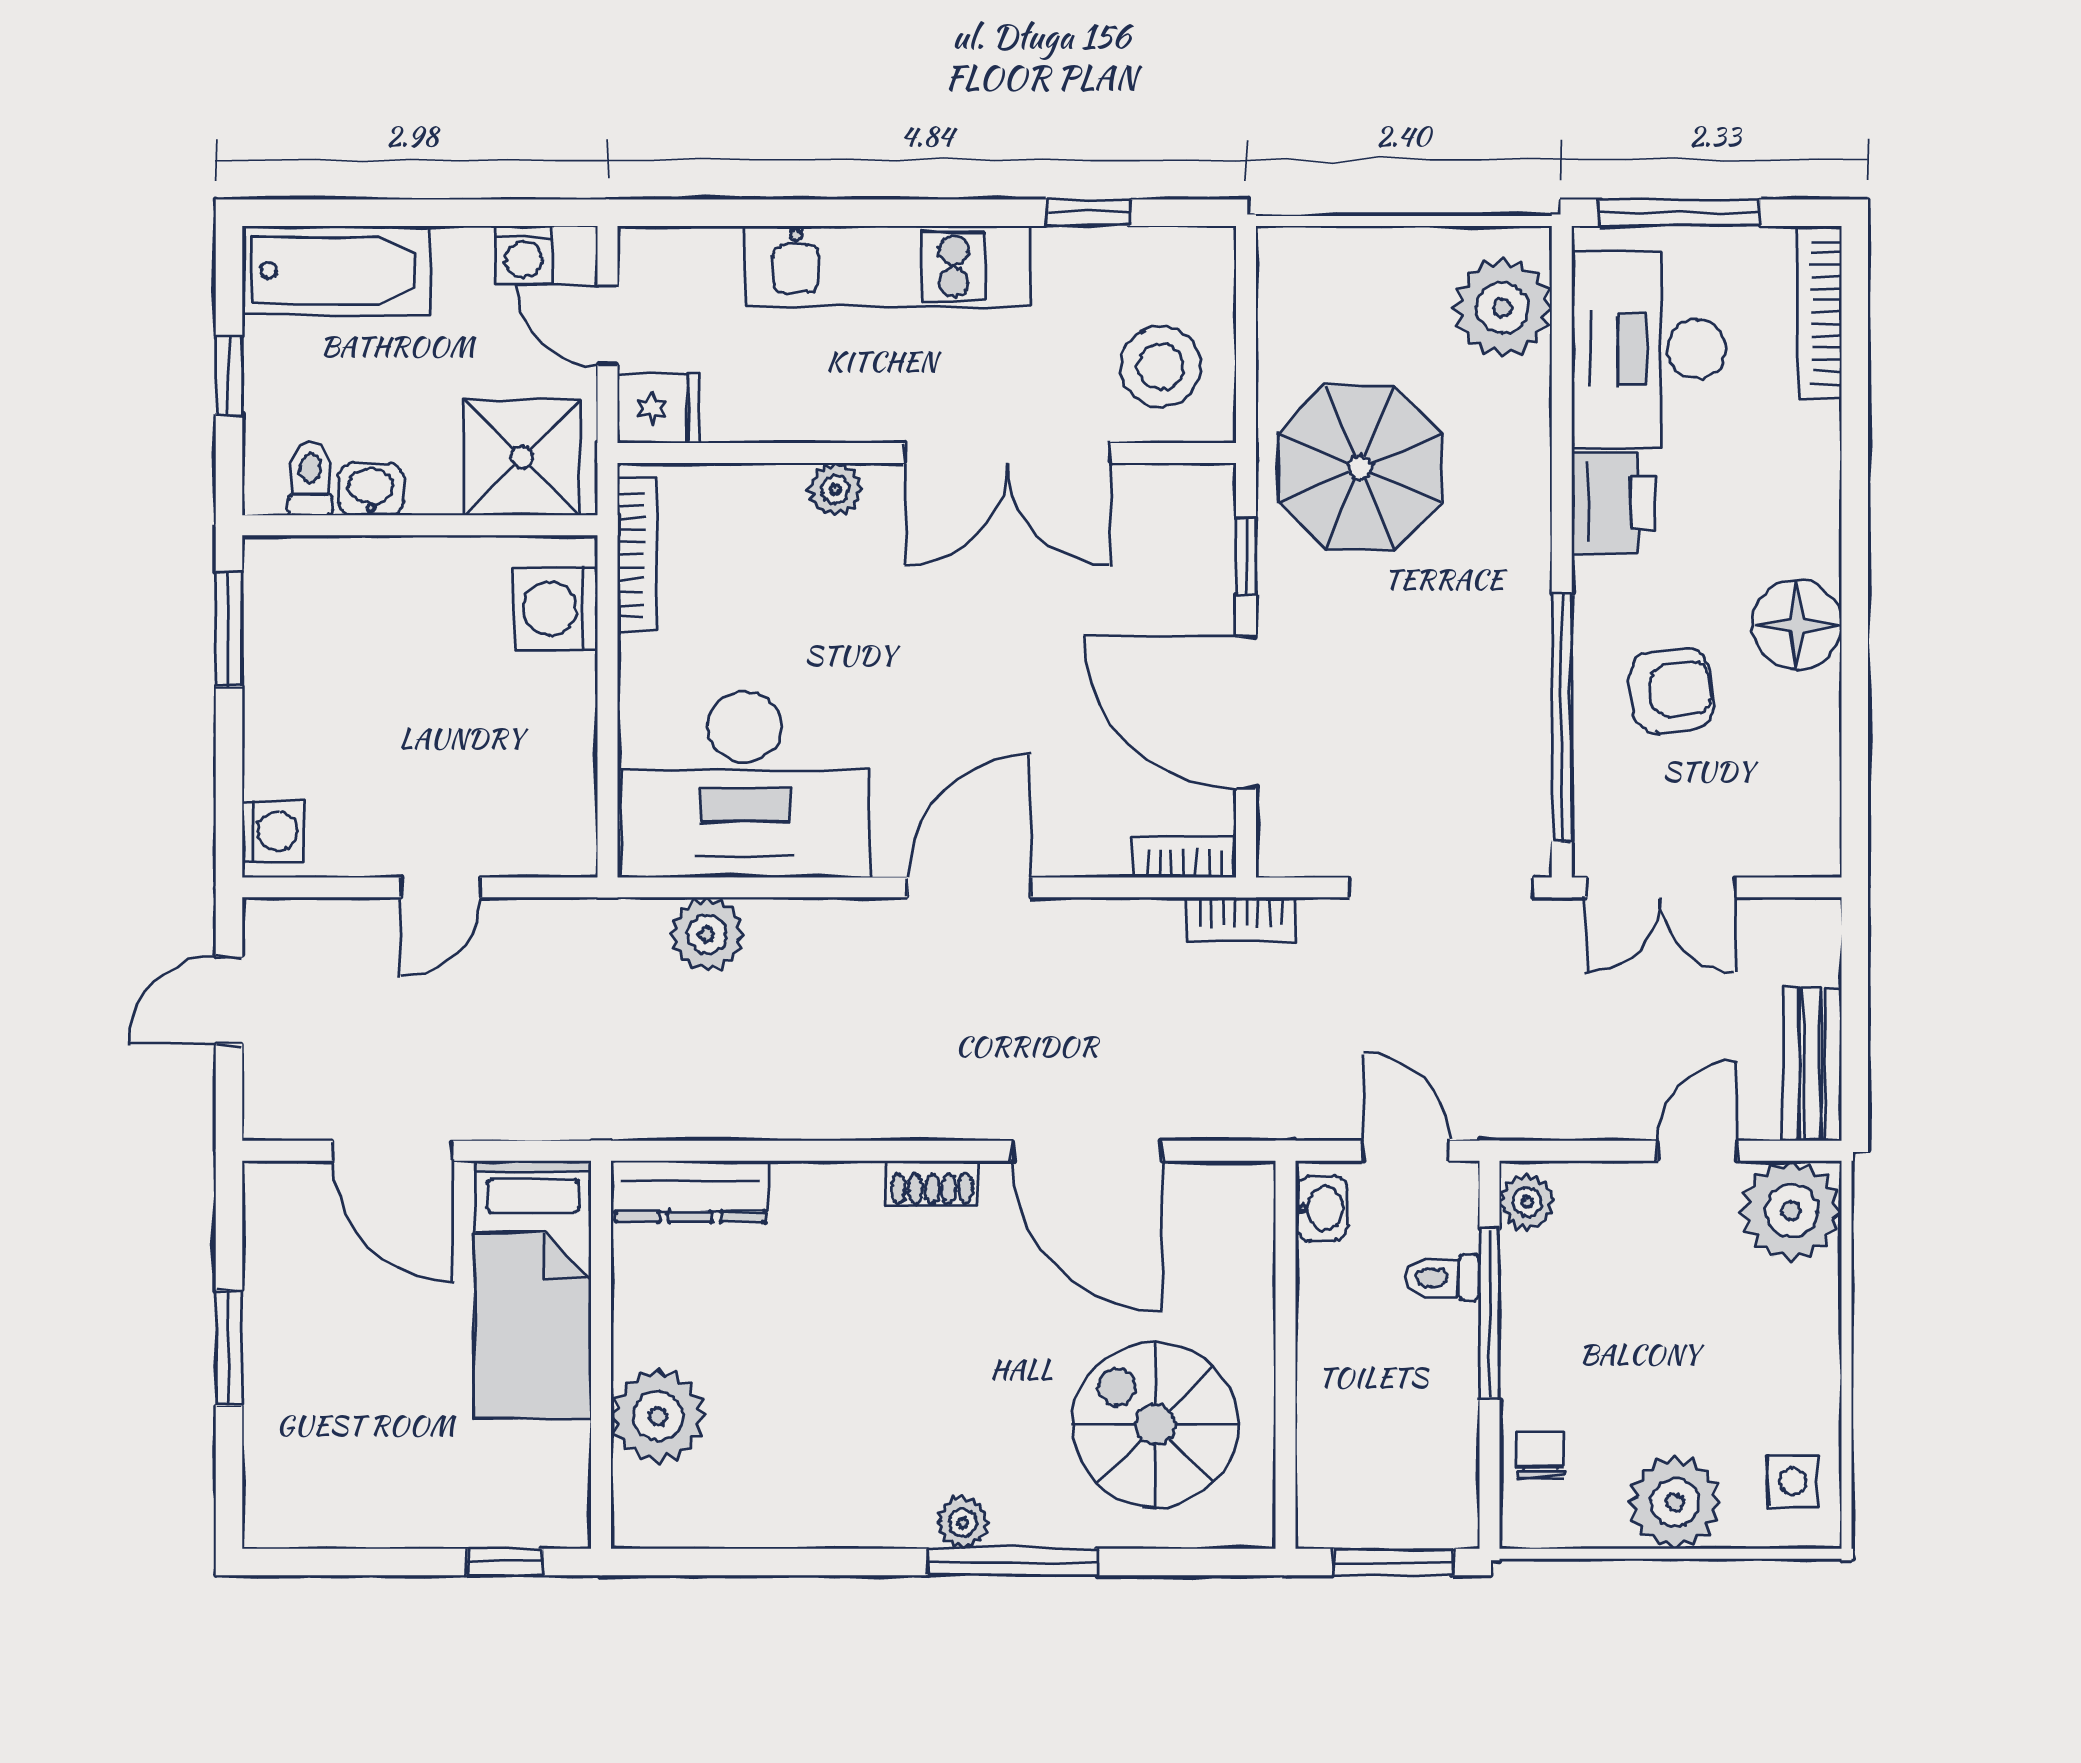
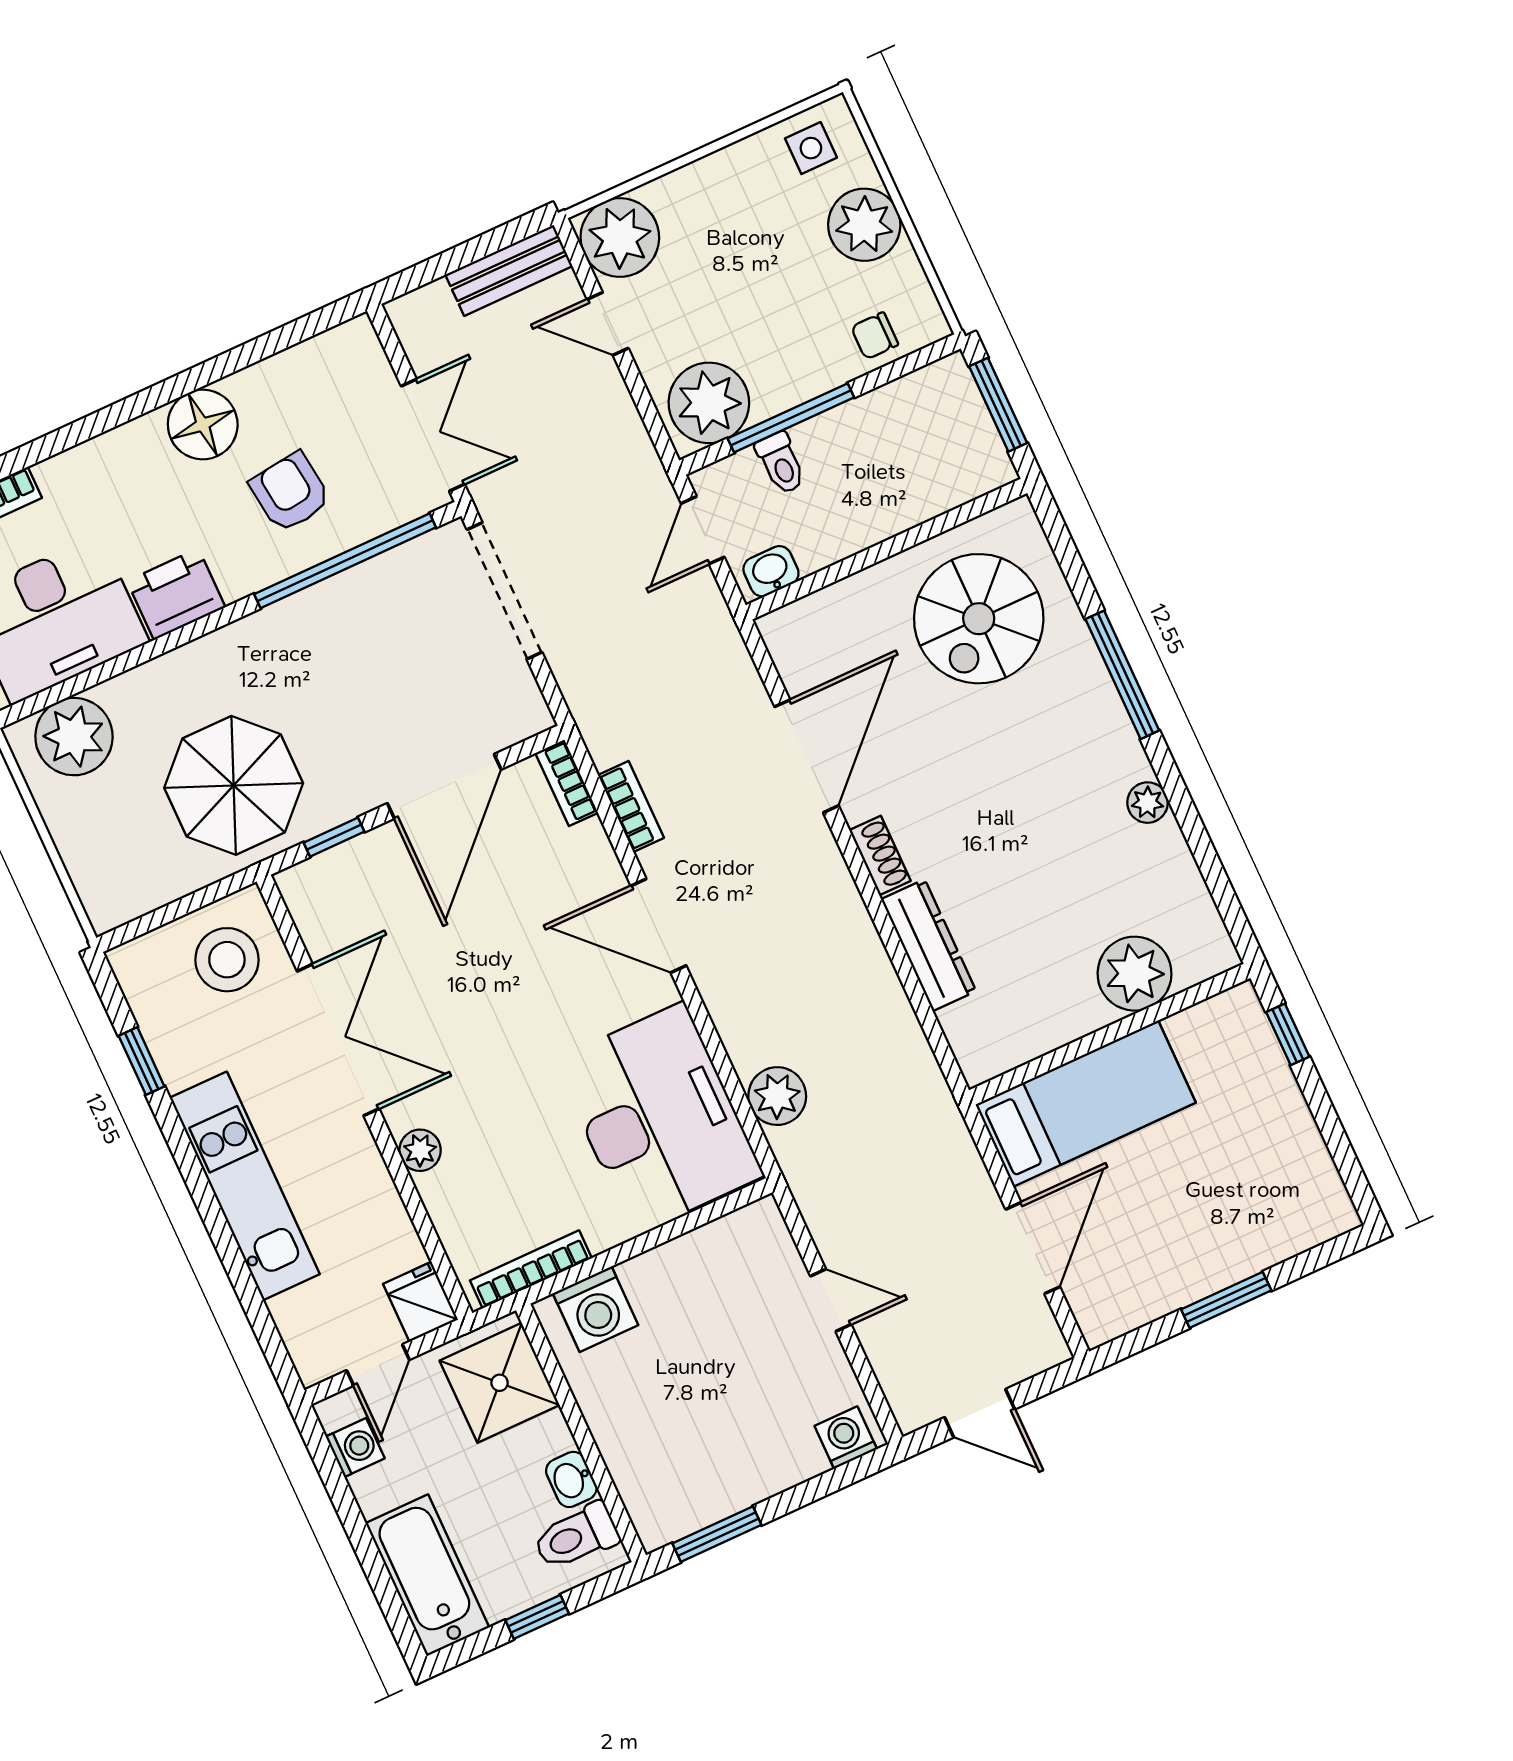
toilet: (310, 478) -> (576, 1536), width x1.37, depth x1.39
bookcase: (1241, 919) -> (631, 807), moved
dresser: (690, 1192) -> (929, 945), moved
plant: (1527, 1202) -> (709, 403), width x1.88, depth x1.88
plant: (963, 1523) -> (1148, 803), moved

